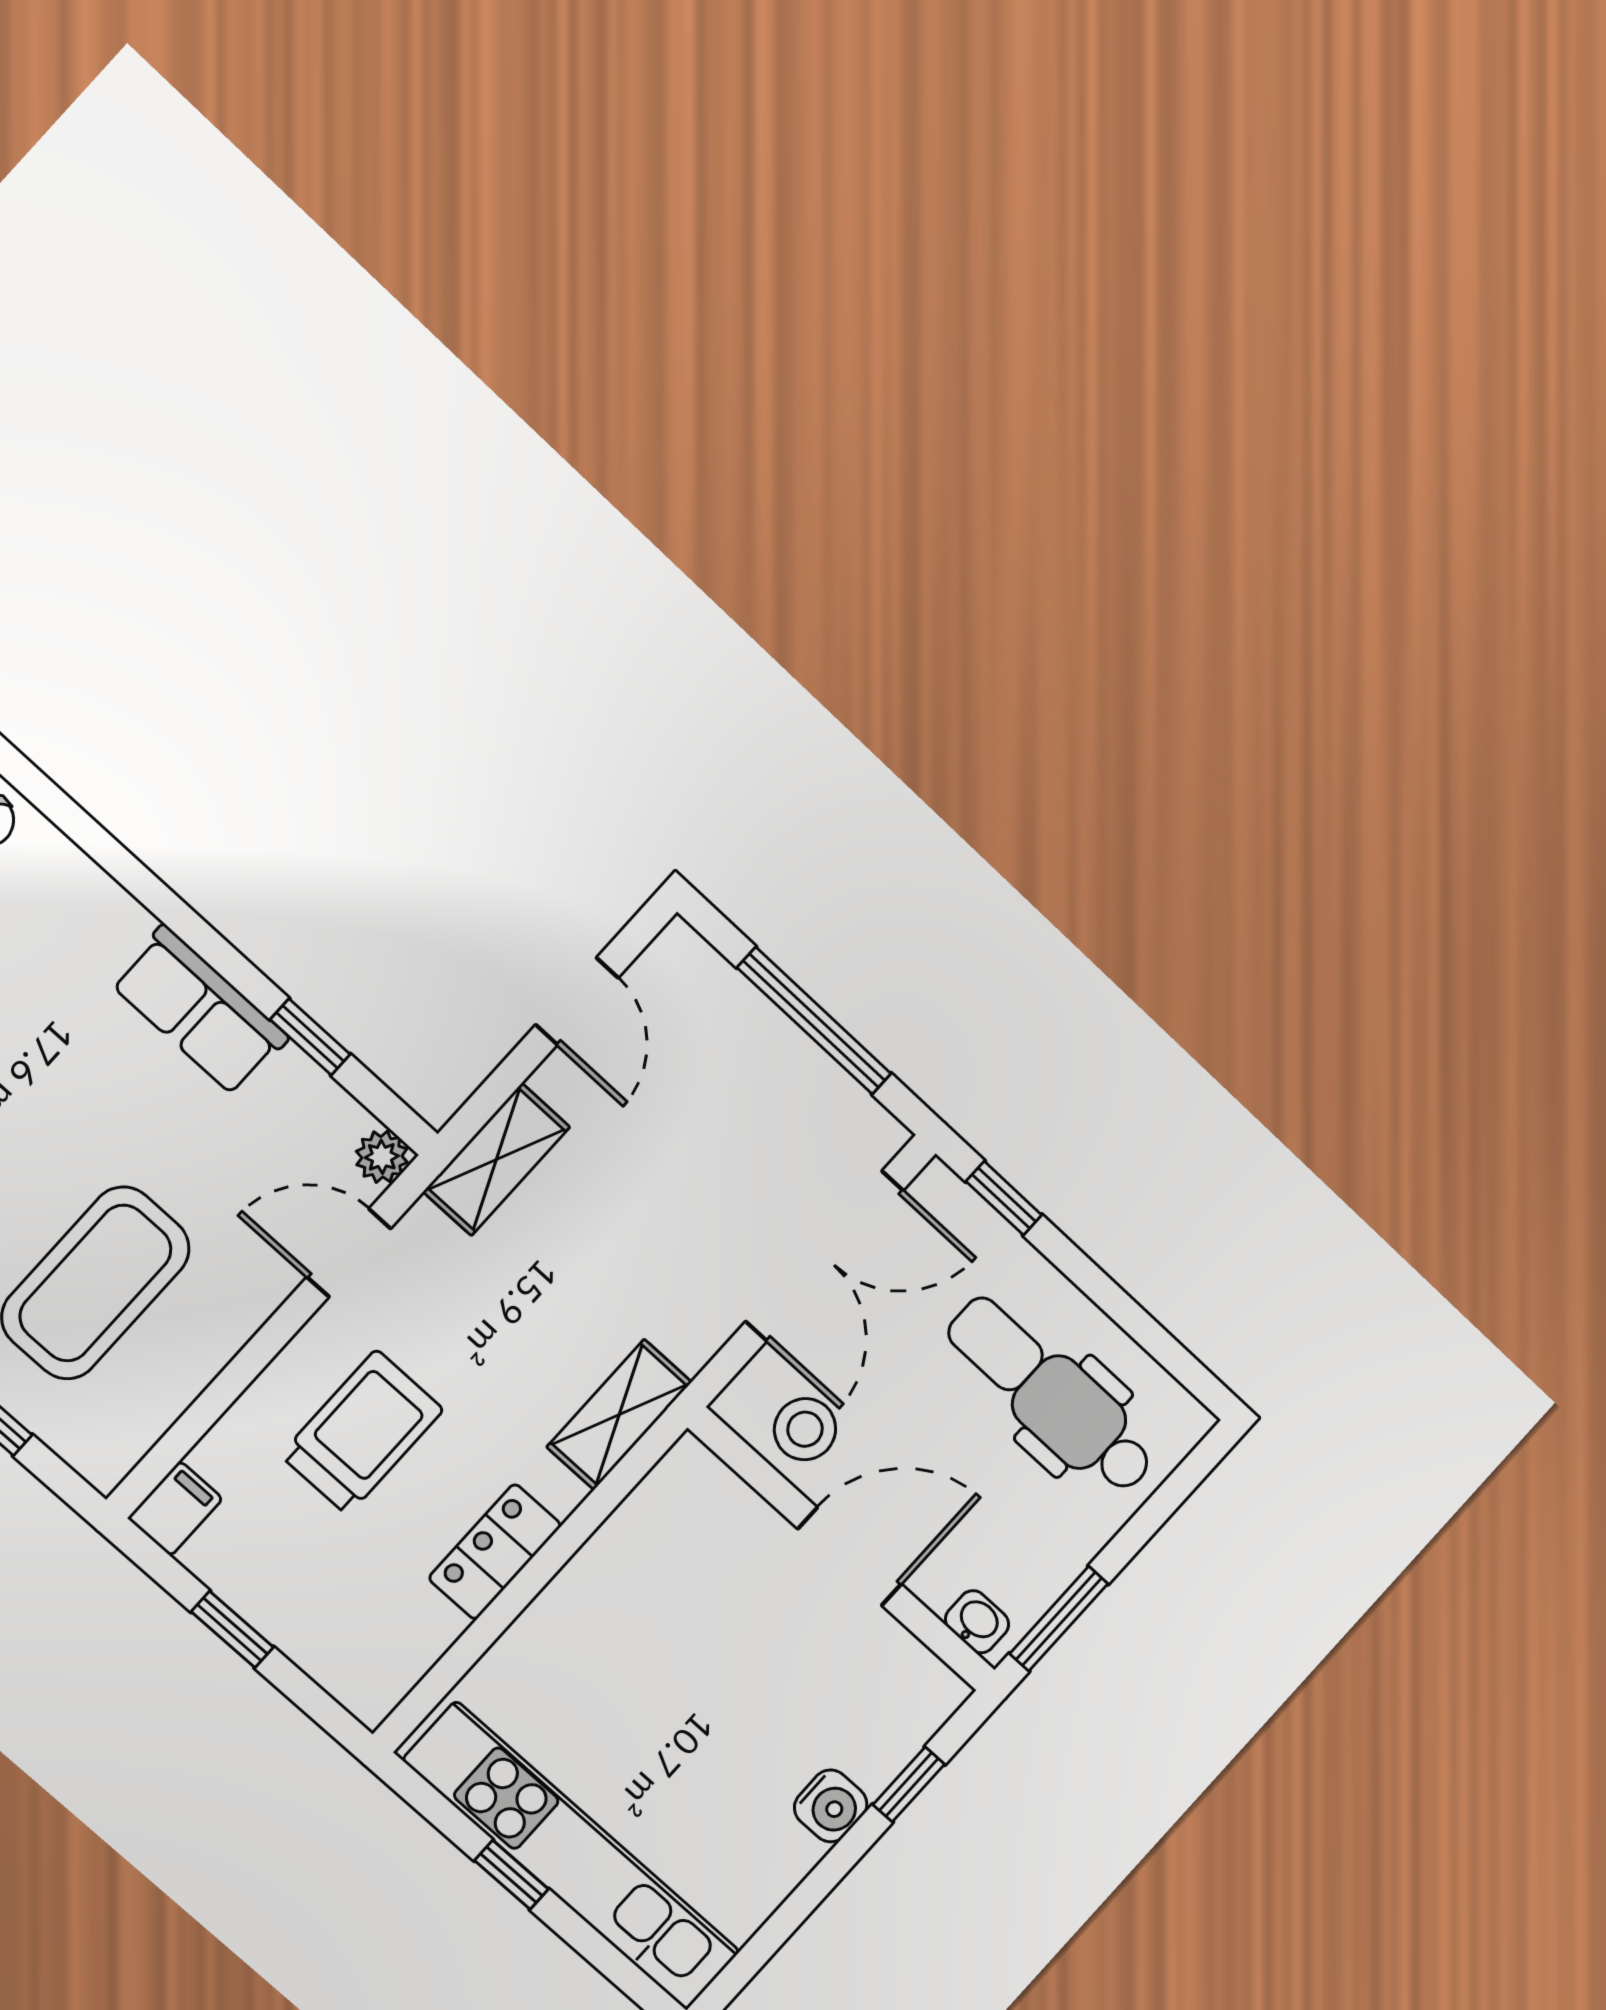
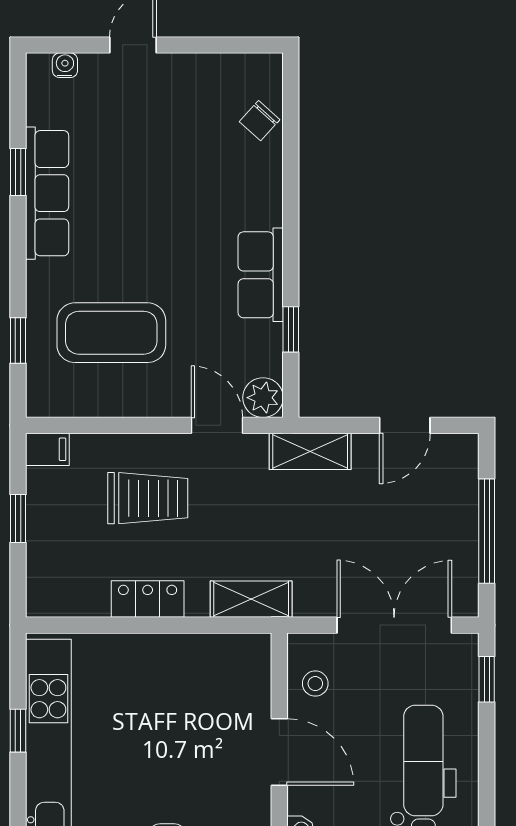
plant: (382, 1157) -> (263, 398), width x1.38, depth x1.38
double door: (824, 1256) -> (394, 625), swing flipped
stool: (805, 1429) -> (315, 684), width x0.73, depth x0.73

